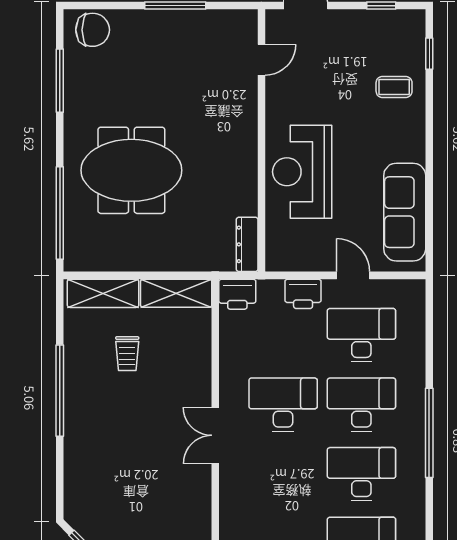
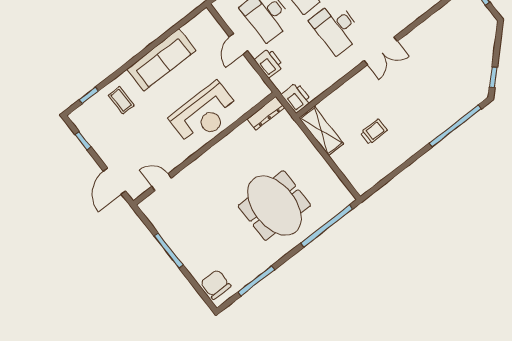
sofa: (405, 212) -> (161, 60), moved
shelving: (103, 293) -> (352, 170), removed
window: (60, 391) -> (455, 126), moved

